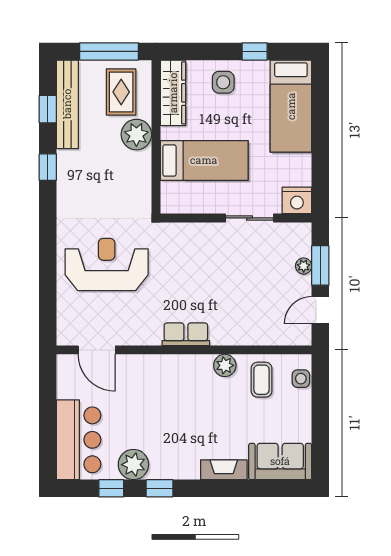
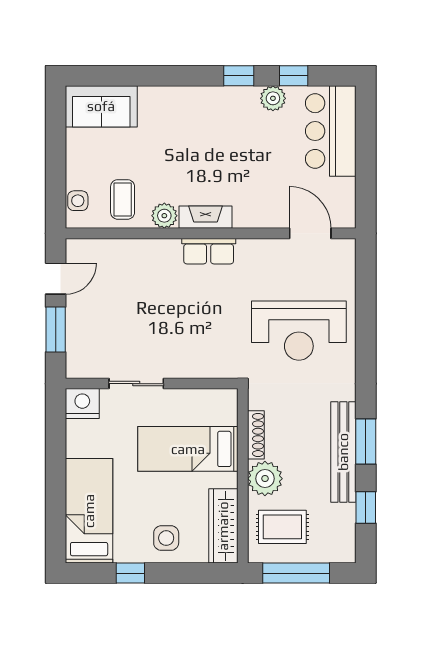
rug: (121, 92) -> (282, 527), turned 90
bench: (67, 104) -> (343, 452), moved
window: (48, 167) -> (366, 441), width x1.50
shoe rack: (144, 173) -> (256, 435), added
plant: (304, 266) -> (75, 329), removed
plant: (133, 465) -> (273, 98), width x0.73, depth x0.73
fireplace: (224, 470) -> (205, 217), moved, turned 180

